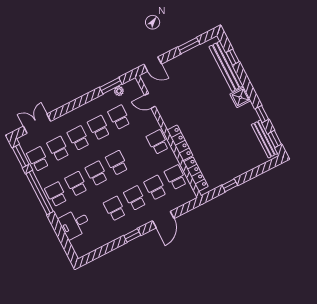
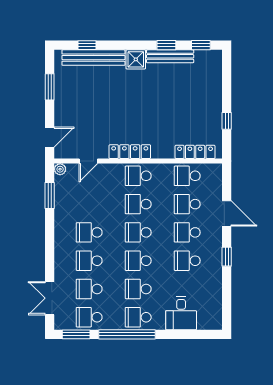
plant: (119, 91) -> (60, 169), moved
school desk: (119, 117) -> (138, 204), moved
bench: (265, 139) -> (170, 56), moved
locker: (180, 143) -> (130, 152), moved

